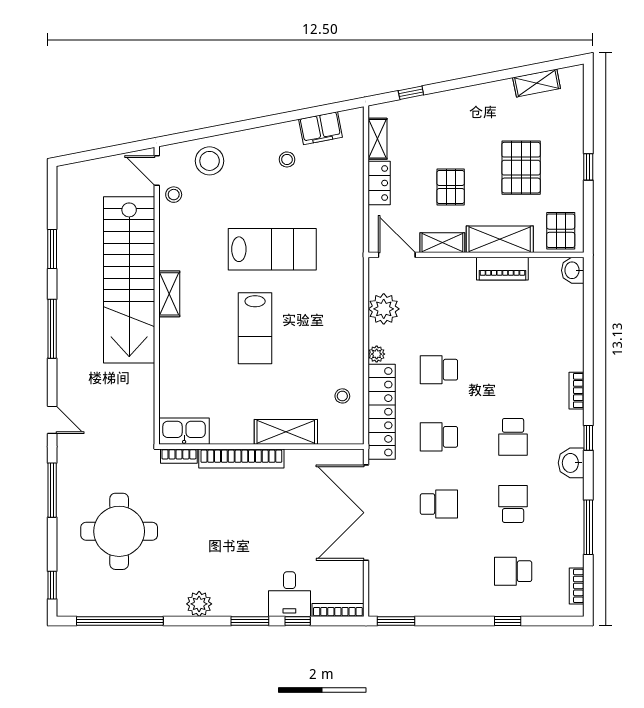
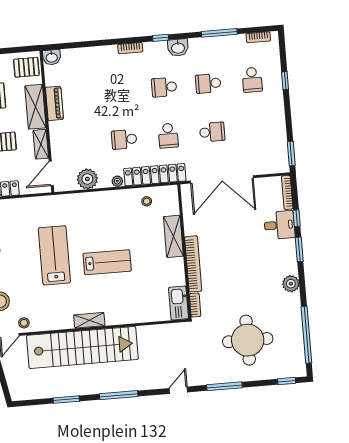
school desk: (439, 370) -> (124, 139), turned 90
school desk: (513, 437) -> (164, 87), turned 180
school desk: (439, 504) -> (212, 132), turned 90

